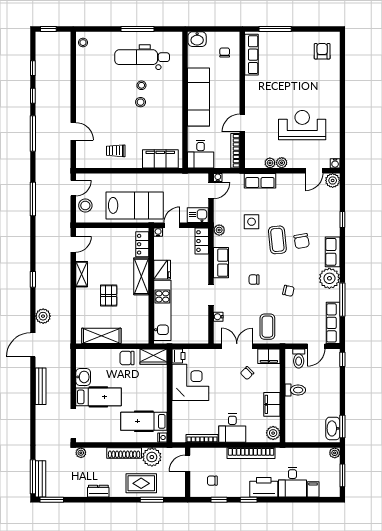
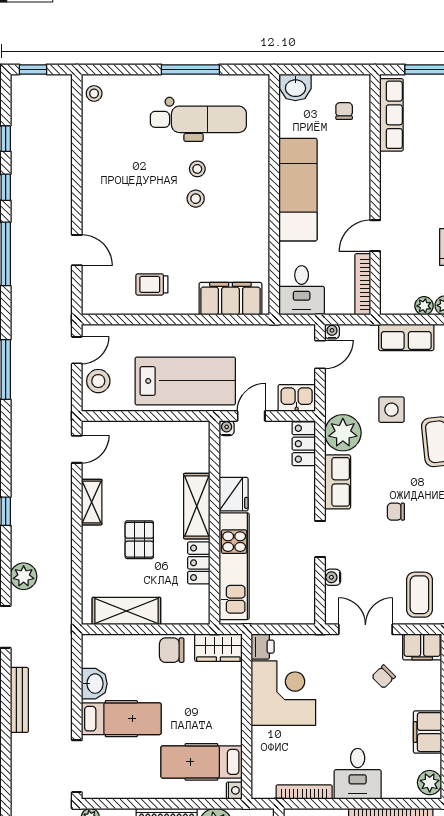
dental chair: (142, 57) -> (198, 119), turned 180
plant: (219, 230) -> (343, 433), width x1.87, depth x1.87
locker: (142, 244) -> (199, 563), moved

